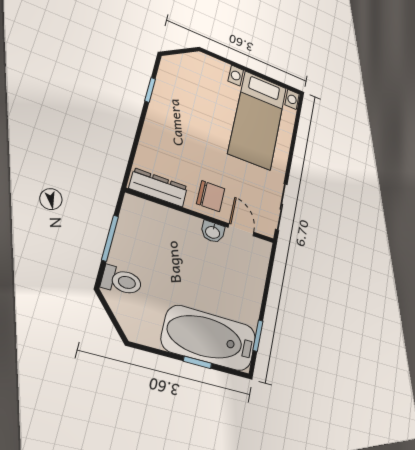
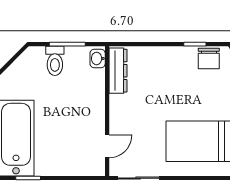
chair: (211, 196) -> (209, 58), moved
washbasin: (213, 232) -> (98, 58), moved
toilet: (122, 281) -> (55, 61), moved

